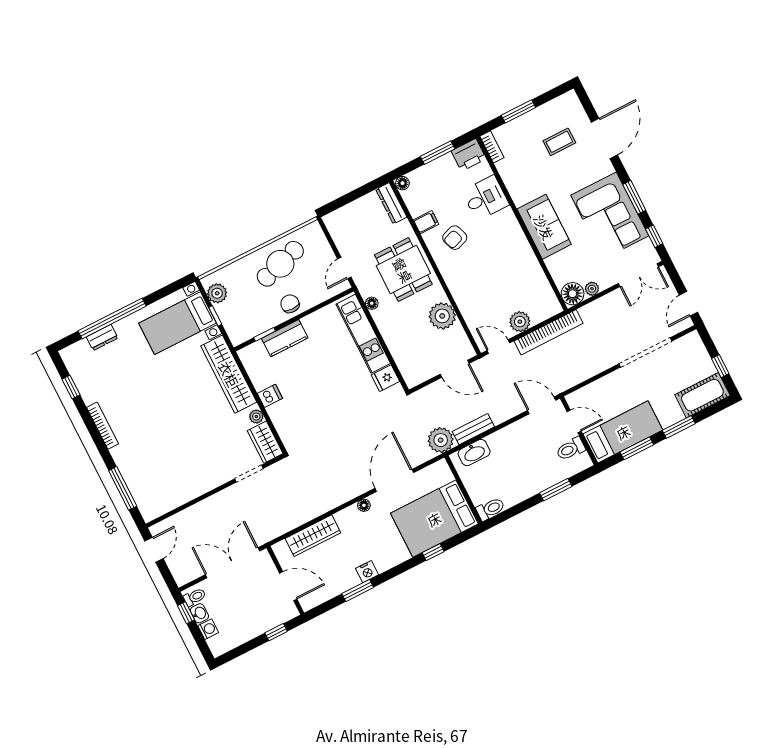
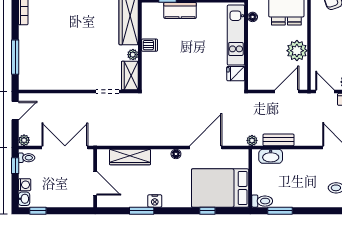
door: (455, 369) -> (287, 92), swing flipped
plant: (441, 440) -> (252, 140), width x0.53, depth x0.53
window: (556, 490) -> (280, 211), moved
plant: (182, 578) -> (24, 140), added
washbasin: (199, 613) -> (24, 199), moved
window: (276, 632) -> (38, 211), moved

